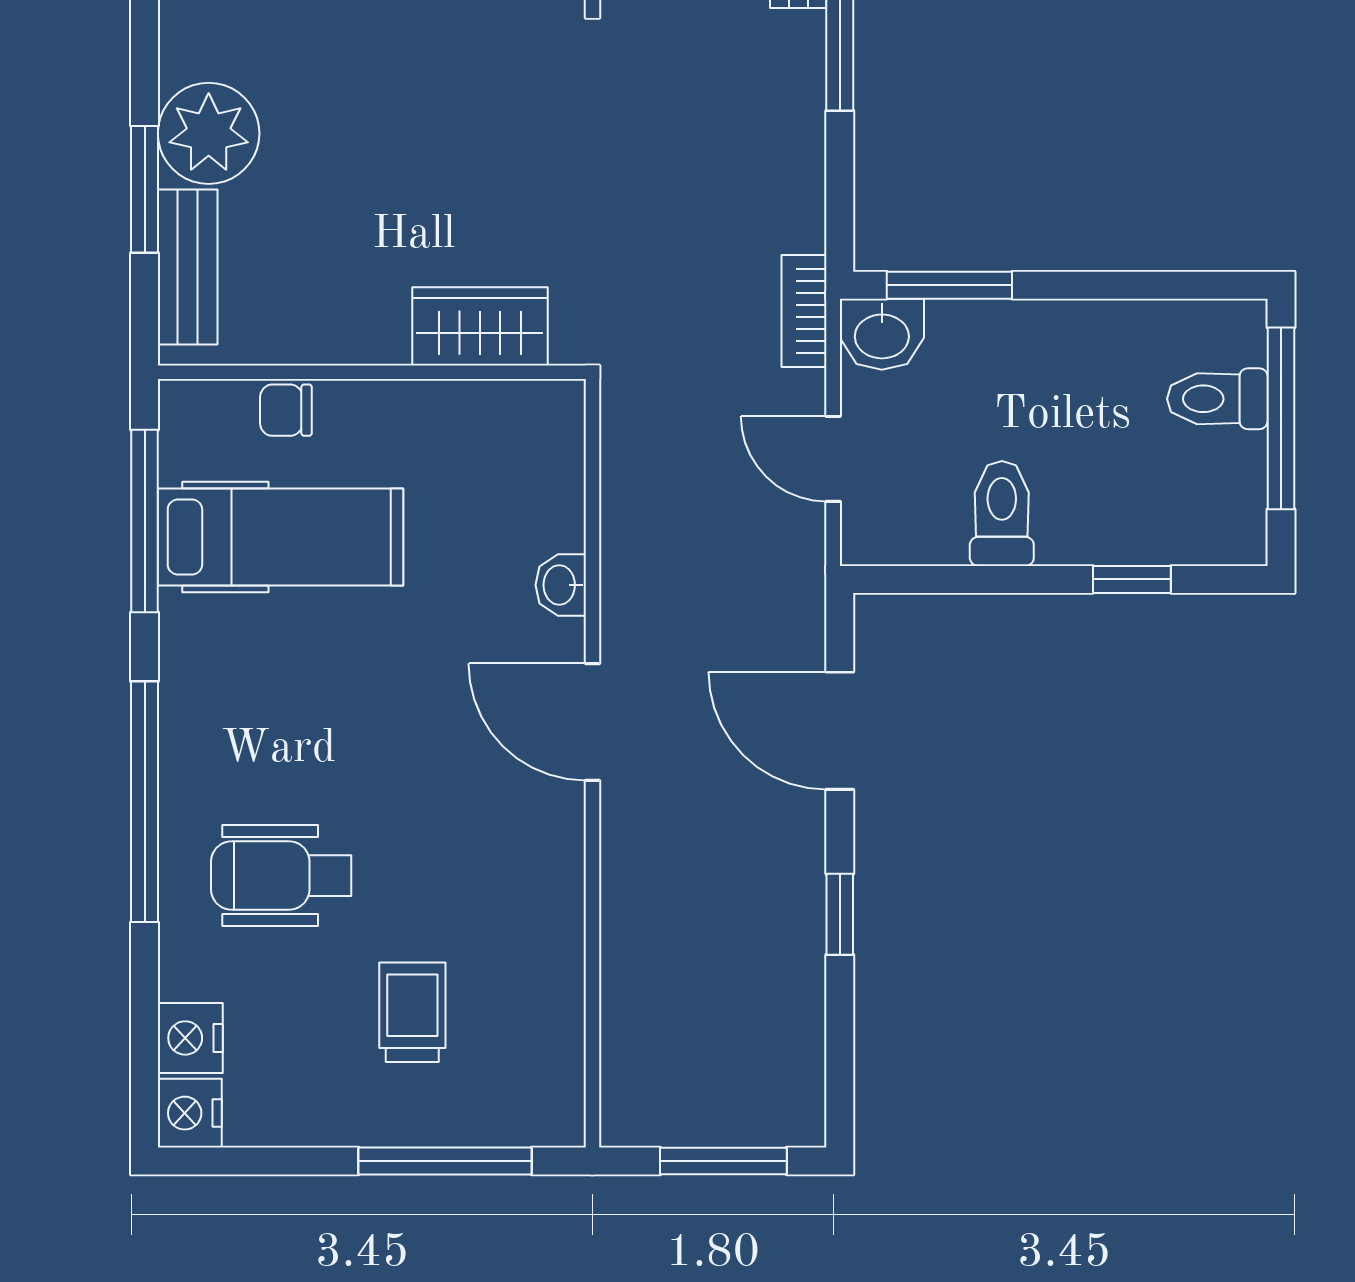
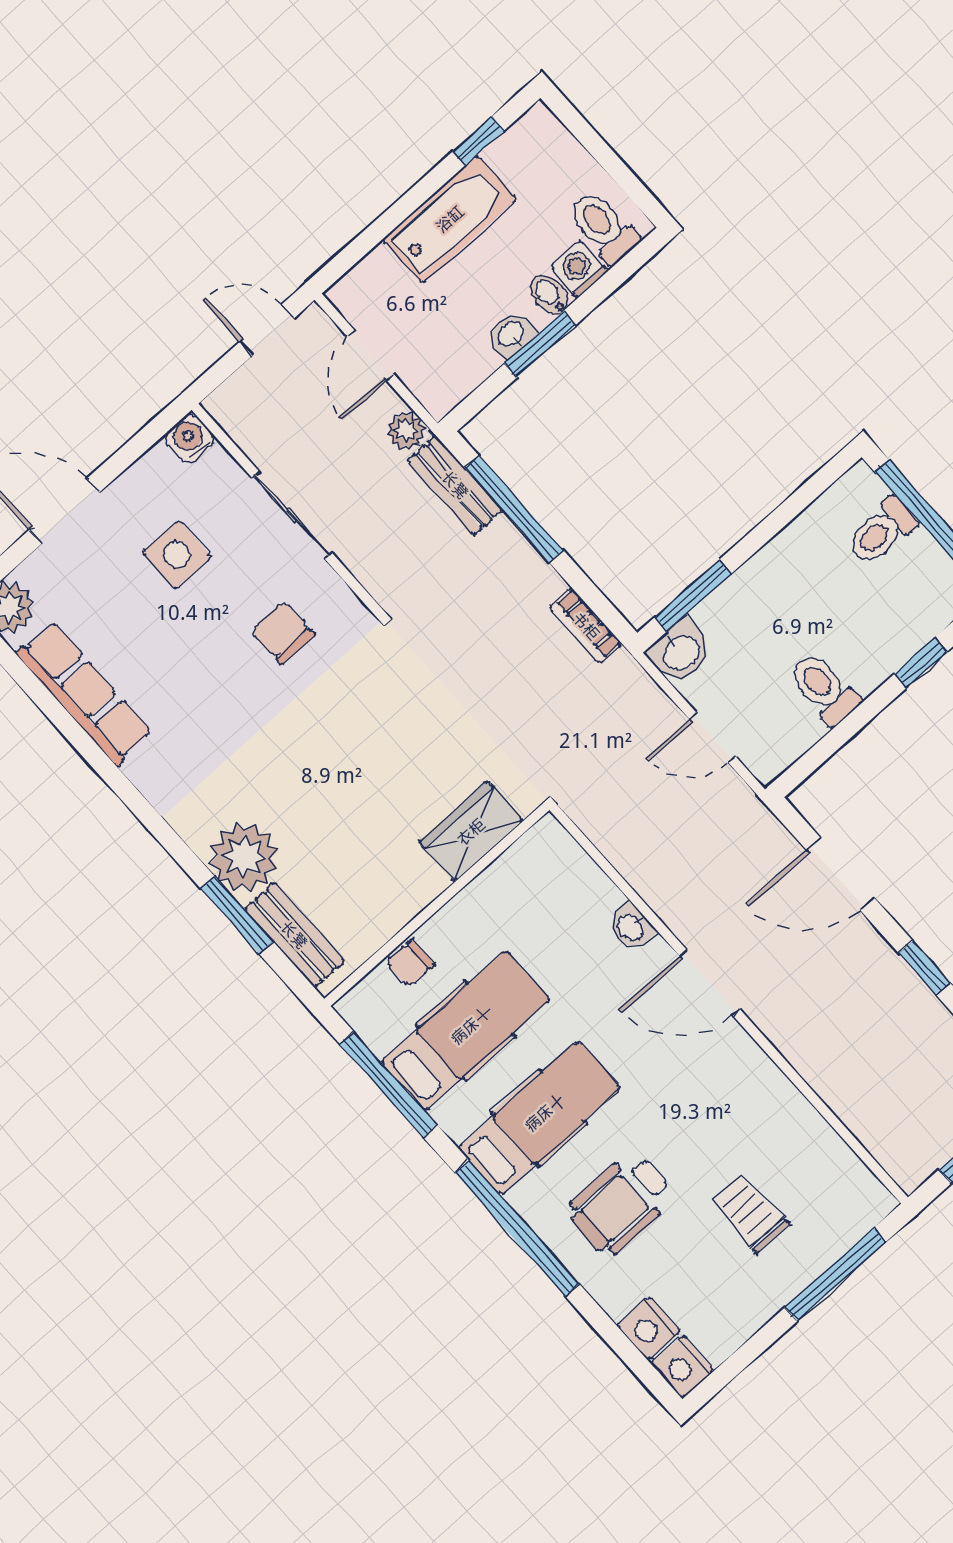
bookcase: (804, 311) -> (586, 626), moved
hospital bed: (276, 704) -> (539, 1118), added

